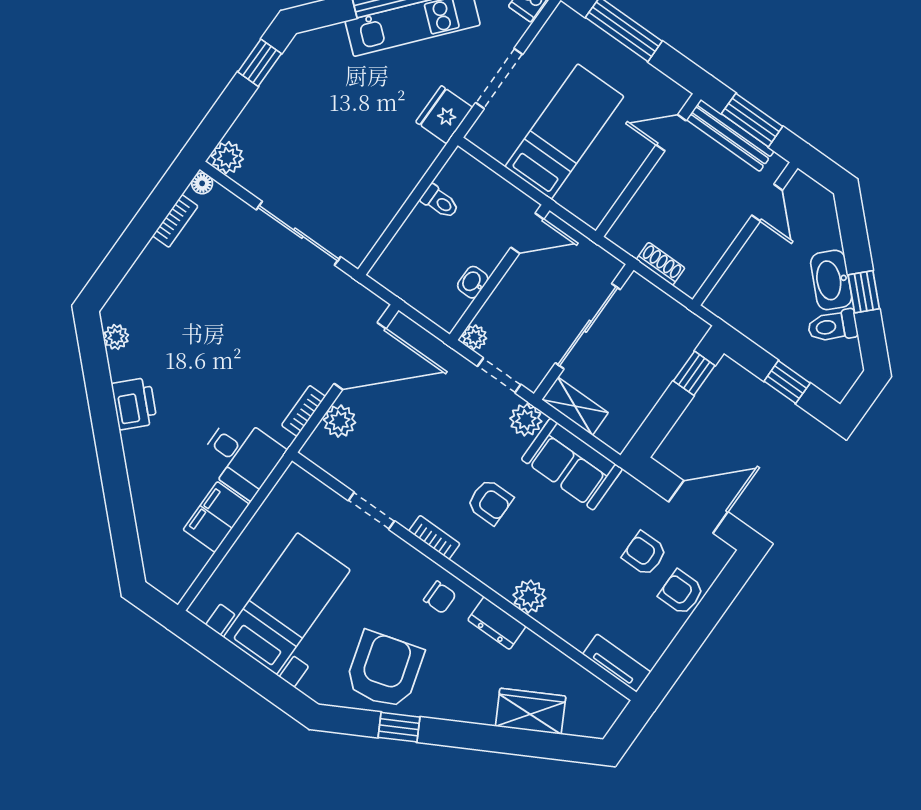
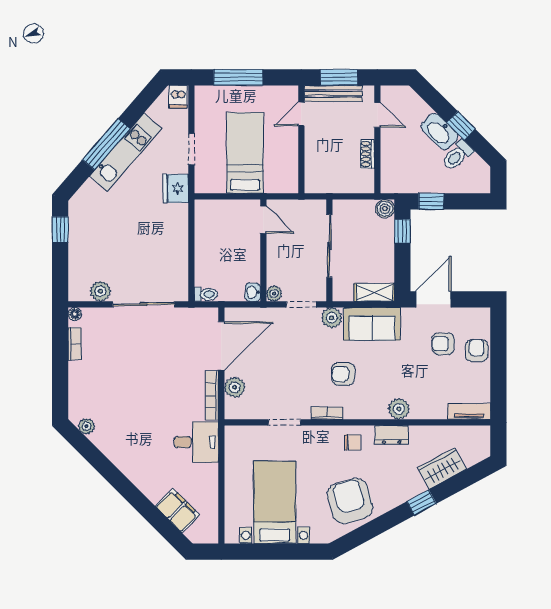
doorway: (499, 79) -> (191, 149), width x0.73
plant: (227, 158) -> (100, 291), moved
toilet: (440, 202) -> (206, 294), moved
door: (527, 233) -> (263, 220), hinge flipped
shoe rack: (661, 264) -> (367, 154), moved, turned -90
washbasin: (473, 282) -> (253, 292), moved
boiler: (692, 329) -> (385, 209), added
window: (787, 382) -> (431, 201), moved
printer: (134, 404) -> (121, 454), removed
shelving: (575, 406) -> (374, 292), moved
bookcase: (303, 411) -> (212, 395), width x1.56
armchair: (490, 502) -> (343, 374), turned 180
door: (698, 507) -> (434, 299), moved
filing cabinet: (216, 517) -> (177, 511), moved, turned 135
armchair: (681, 592) -> (477, 350), turned 90
window: (399, 727) -> (422, 503), moved

